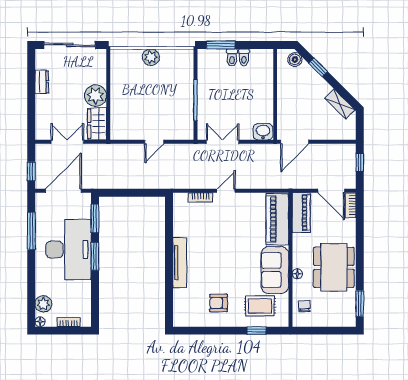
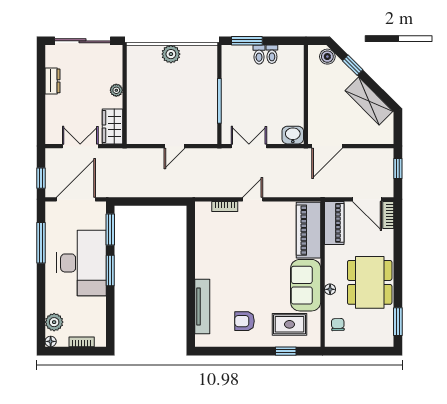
plant: (96, 96) -> (116, 90), width x0.53, depth x0.53
shelving: (340, 104) -> (369, 101), width x1.50, depth x1.33
tv unit: (180, 263) -> (202, 307), moved

